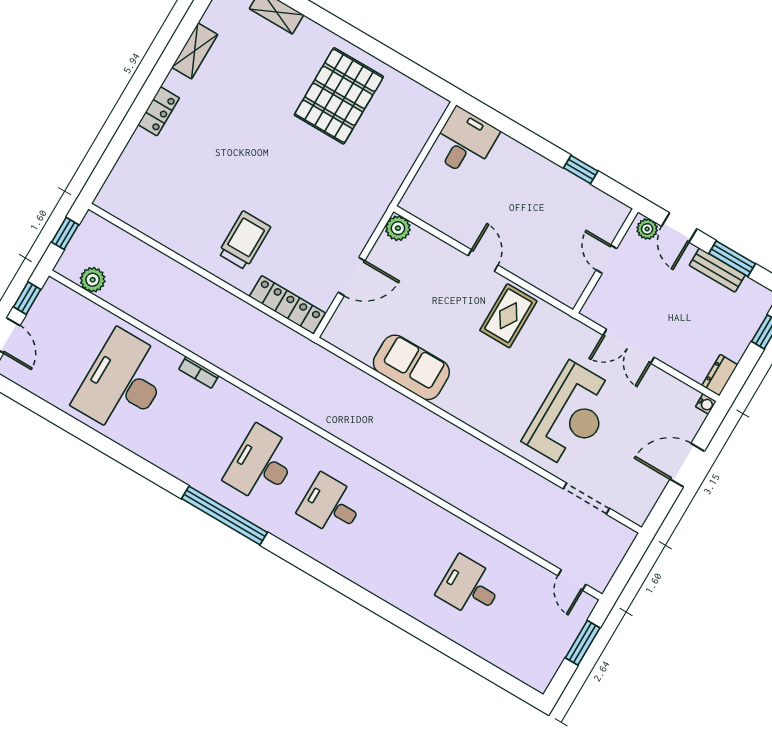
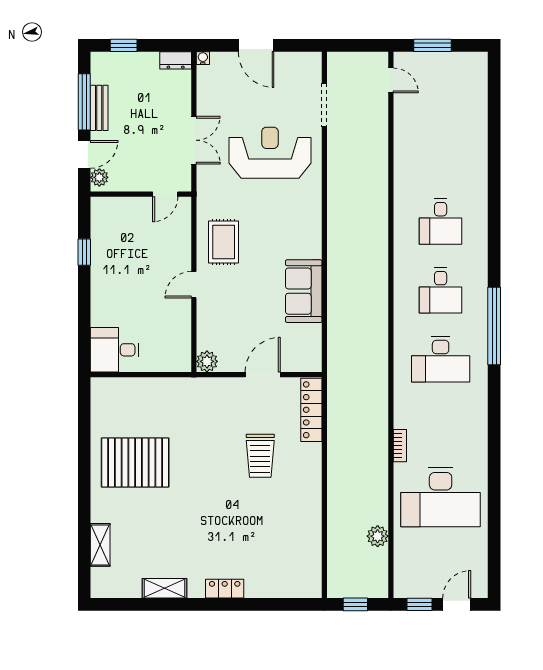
trolley: (244, 240) -> (260, 456), moved, turned -90
door: (607, 259) -> (165, 194), moved
window: (732, 259) -> (84, 102), width x1.44
door: (352, 276) -> (263, 375), hinge flipped
plant: (93, 280) -> (378, 536), moved
rug: (508, 316) -> (224, 242), turned 90
window: (224, 515) -> (494, 326), moved
door: (572, 580) -> (391, 80), hinge flipped
desk: (470, 587) -> (441, 222), moved

